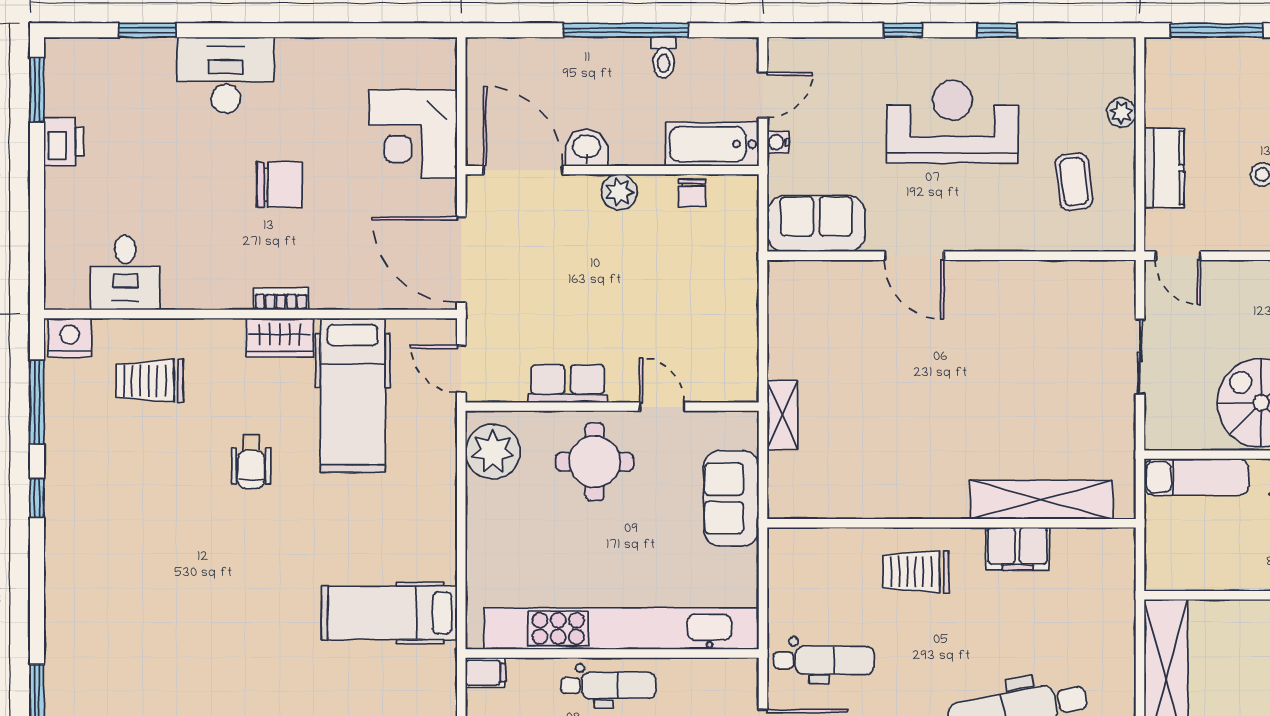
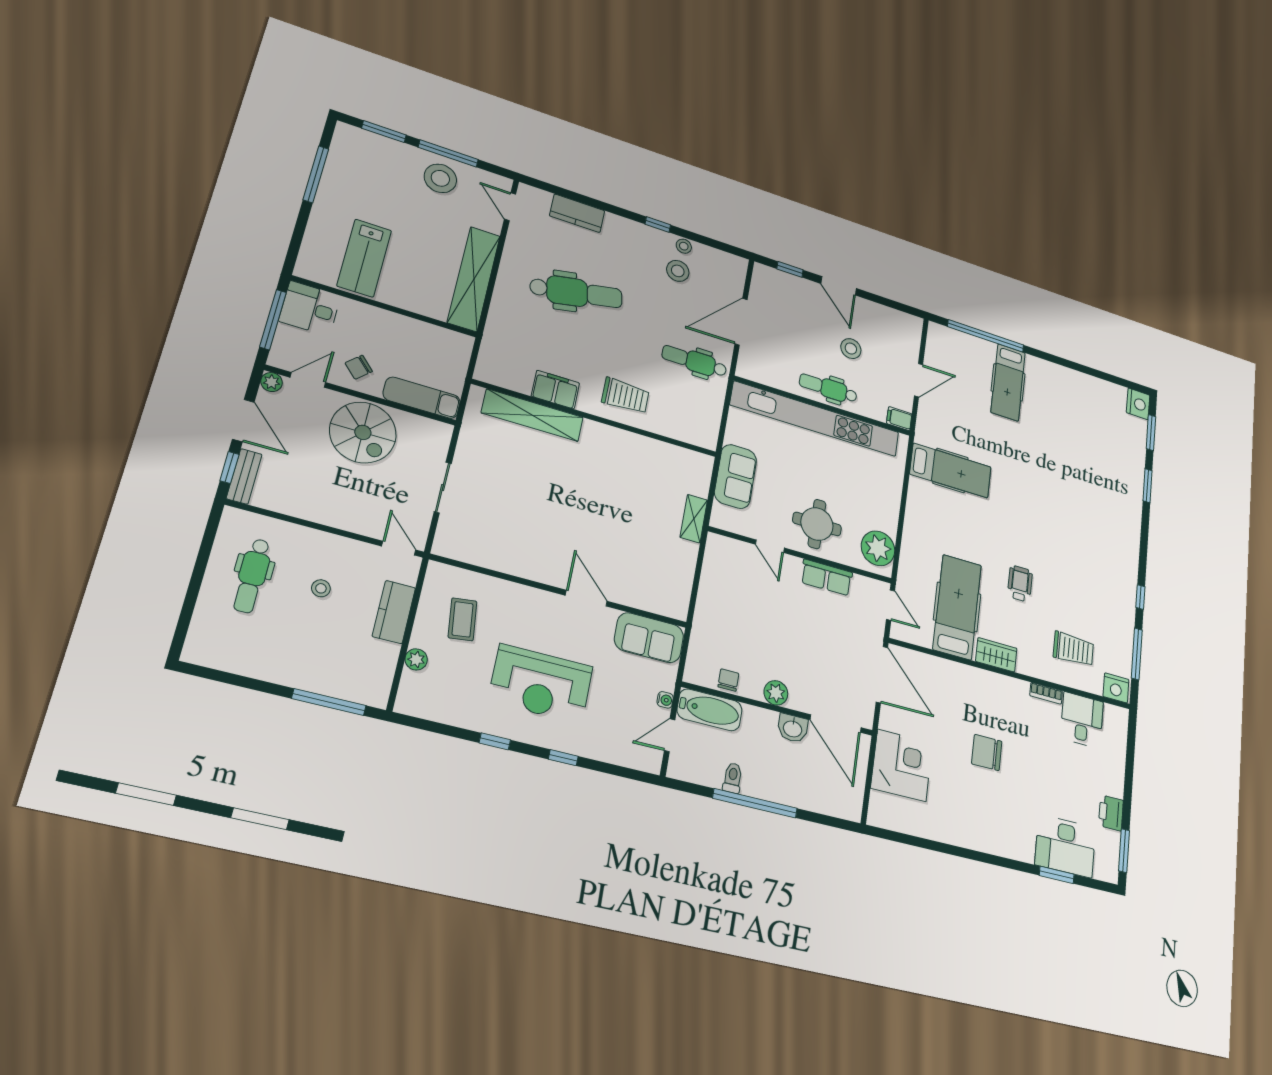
desk: (226, 75) -> (1065, 846), moved
bookcase: (281, 299) -> (1046, 693), moved

